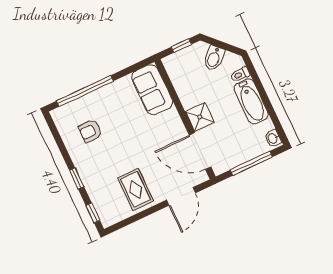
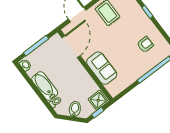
sofa: (152, 90) -> (102, 68), moved
shower: (200, 117) -> (98, 100), moved
door: (200, 151) -> (71, 47), hinge flipped

